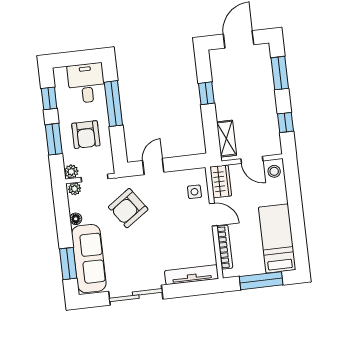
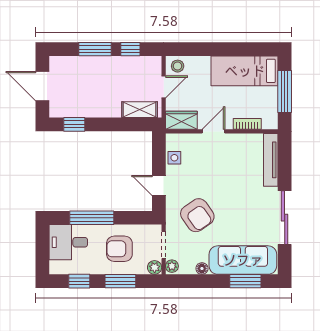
window: (280, 73) -> (95, 49), moved
window: (206, 93) -> (74, 124), moved
armchair: (86, 135) -> (119, 249), turned 180
side table: (194, 192) -> (174, 158), moved
bookcase: (225, 247) -> (247, 124), width x0.64

